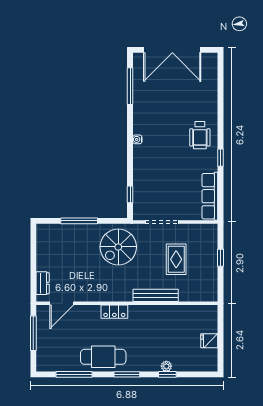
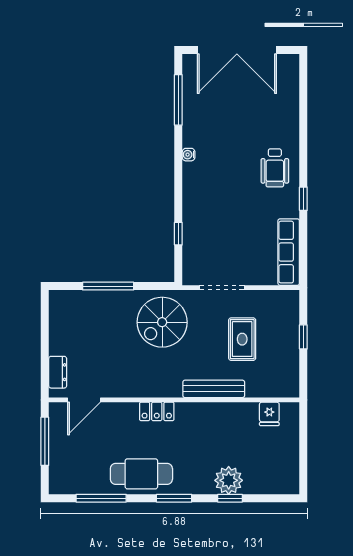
water cooler: (137, 139) -> (189, 155), moved
window: (130, 194) -> (178, 234), moved
fridge: (209, 341) -> (269, 414), moved, turned -90
plant: (166, 366) -> (229, 480), width x1.88, depth x1.88

